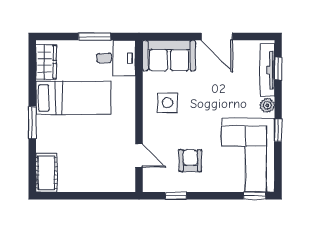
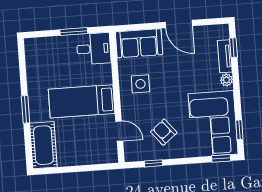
wardrobe: (46, 62) -> (34, 56), removed
tv unit: (267, 70) -> (225, 56), width x0.71
bed: (73, 98) -> (82, 101), moved, turned 180
window: (278, 130) -> (239, 130), moved
armchair: (190, 161) -> (164, 132), turned -39
cot: (46, 173) -> (43, 145), width x1.37, depth x1.34

